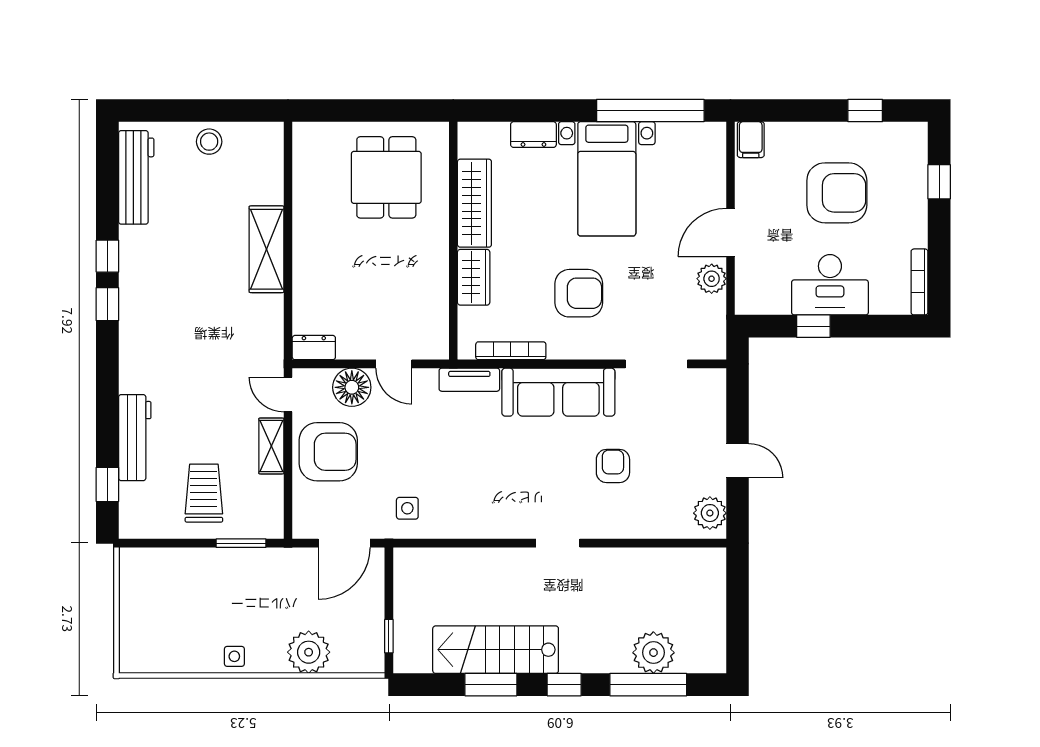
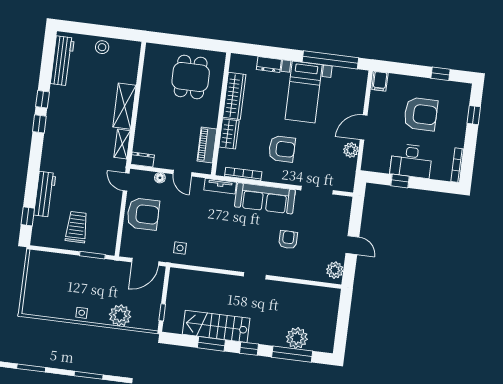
piano: (434, 304) -> (207, 145), added
floor lamp: (352, 387) -> (160, 178), width x0.53, depth x0.53
shelving: (271, 446) -> (122, 144), moved

